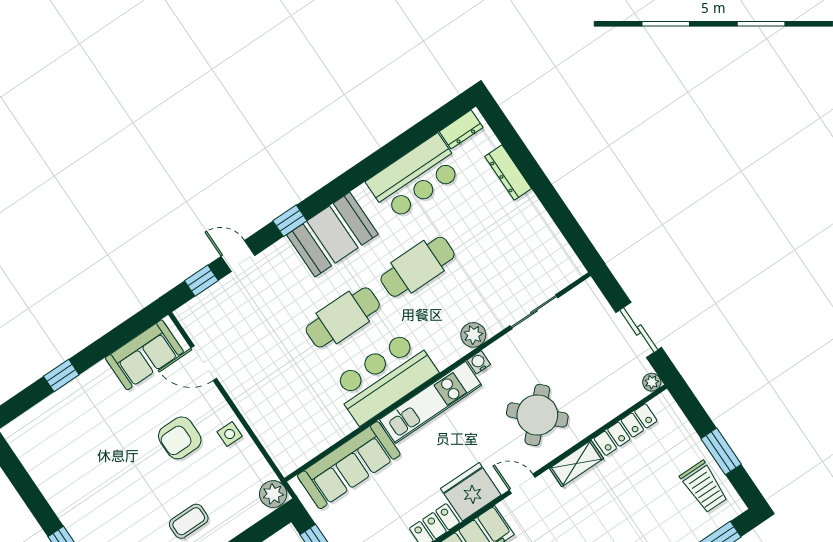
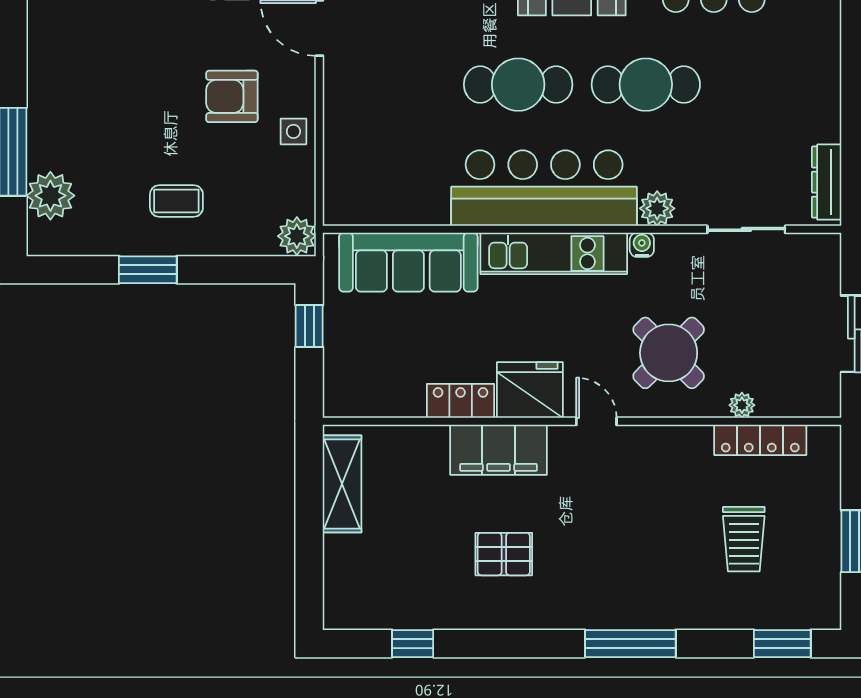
dresser: (508, 172) -> (827, 182), moved
bar counter: (384, 378) -> (544, 188), width x1.36
plant: (652, 382) -> (742, 405), moved
shelving: (576, 463) -> (676, 441), removed
trolley: (704, 487) -> (744, 539), moved

